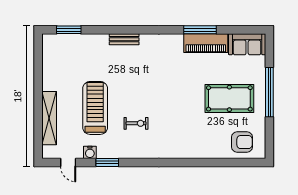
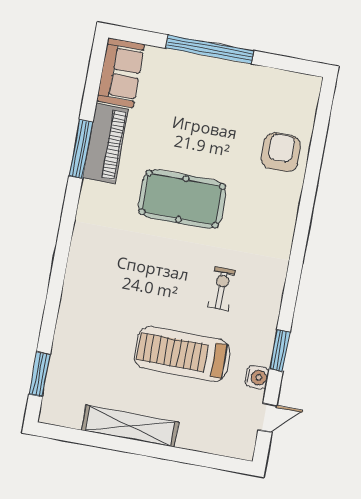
bench: (124, 39) -> (73, 282), removed
pool table: (229, 98) -> (182, 199), moved, turned 90
shelving: (49, 118) -> (130, 426), moved
armchair: (242, 142) -> (281, 152), moved

